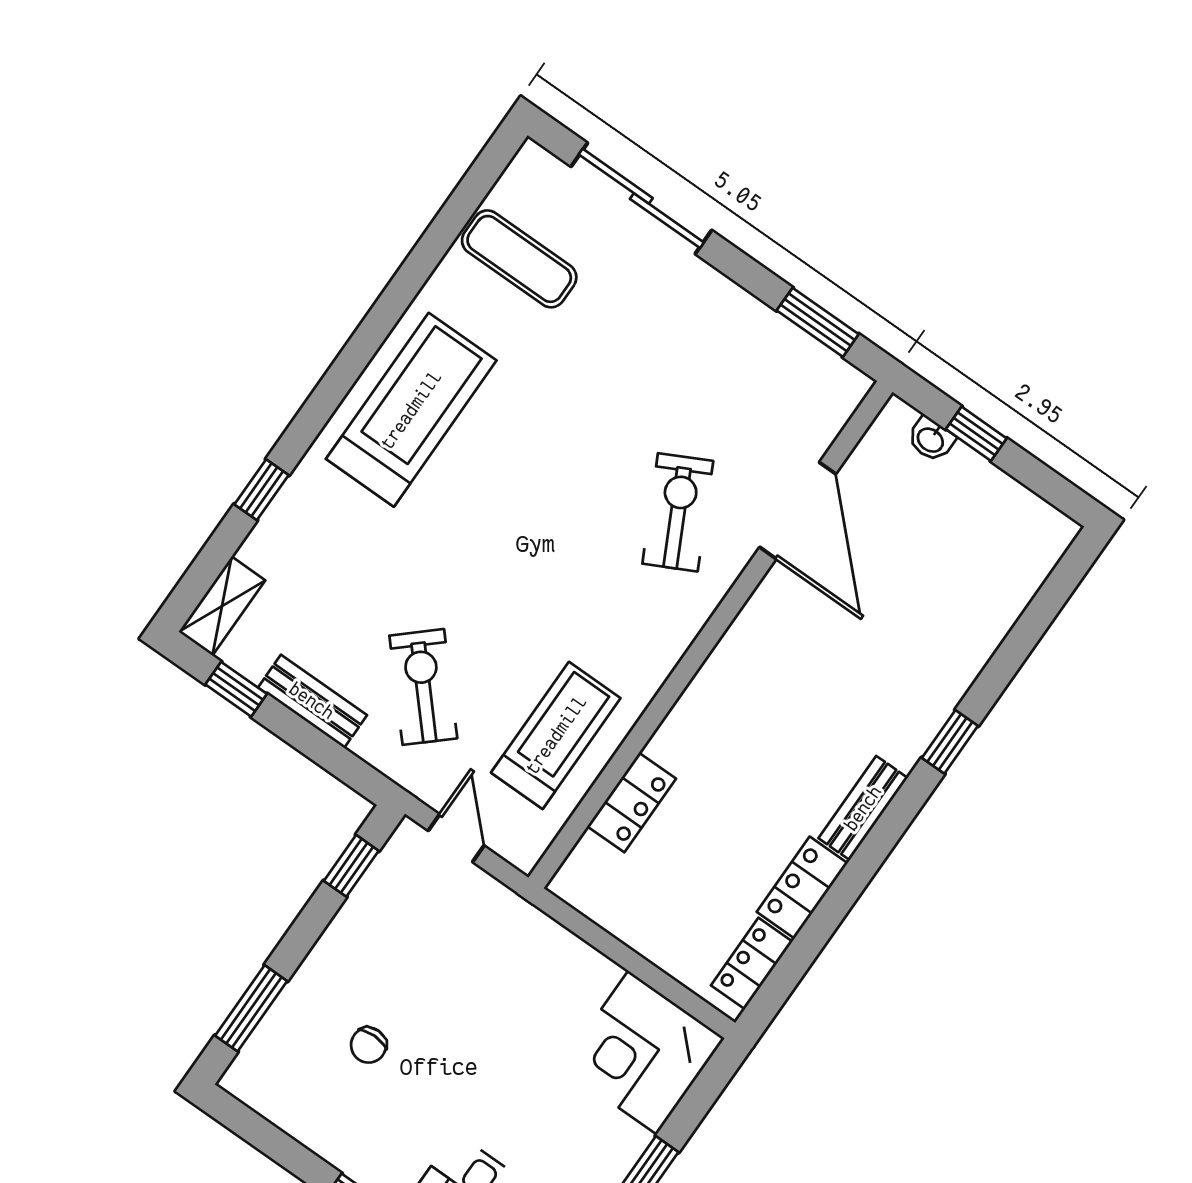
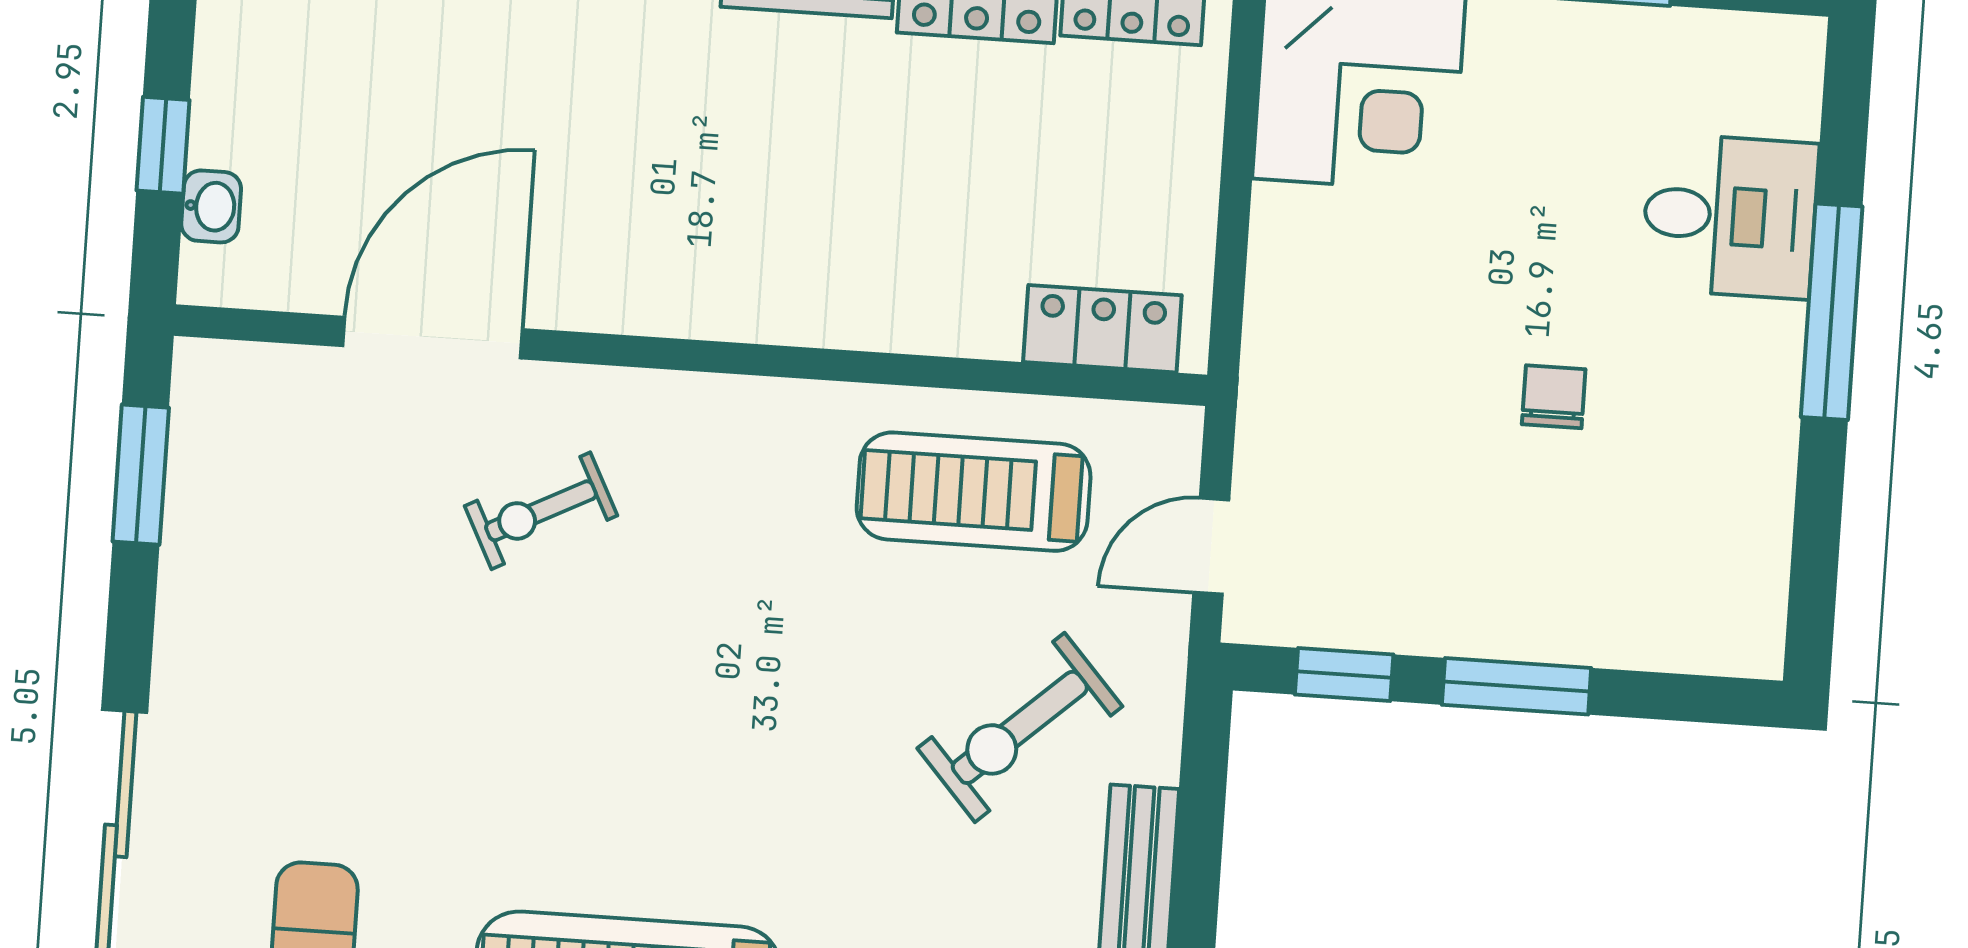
exercise bike: (678, 512) -> (541, 511), width x0.73, depth x0.72
locker: (632, 802) -> (1102, 329), moved
window: (251, 1008) -> (1517, 686), moved
chair: (369, 1045) -> (1554, 397), moved, turned -90

